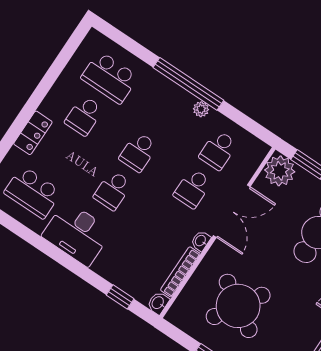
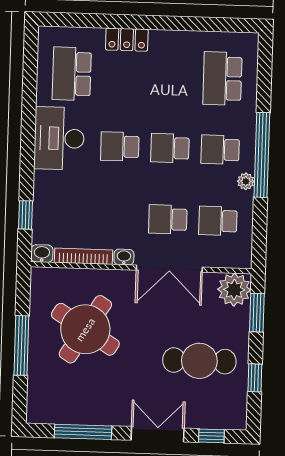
school desk: (84, 116) -> (220, 150), moved

